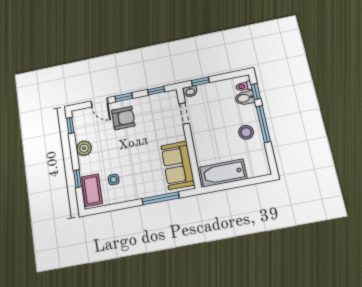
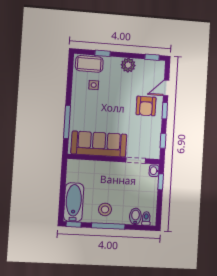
window: (256, 91) -> (74, 224), moved
sofa: (178, 165) -> (99, 144), width x1.36
bathtub: (223, 173) -> (74, 202), moved

